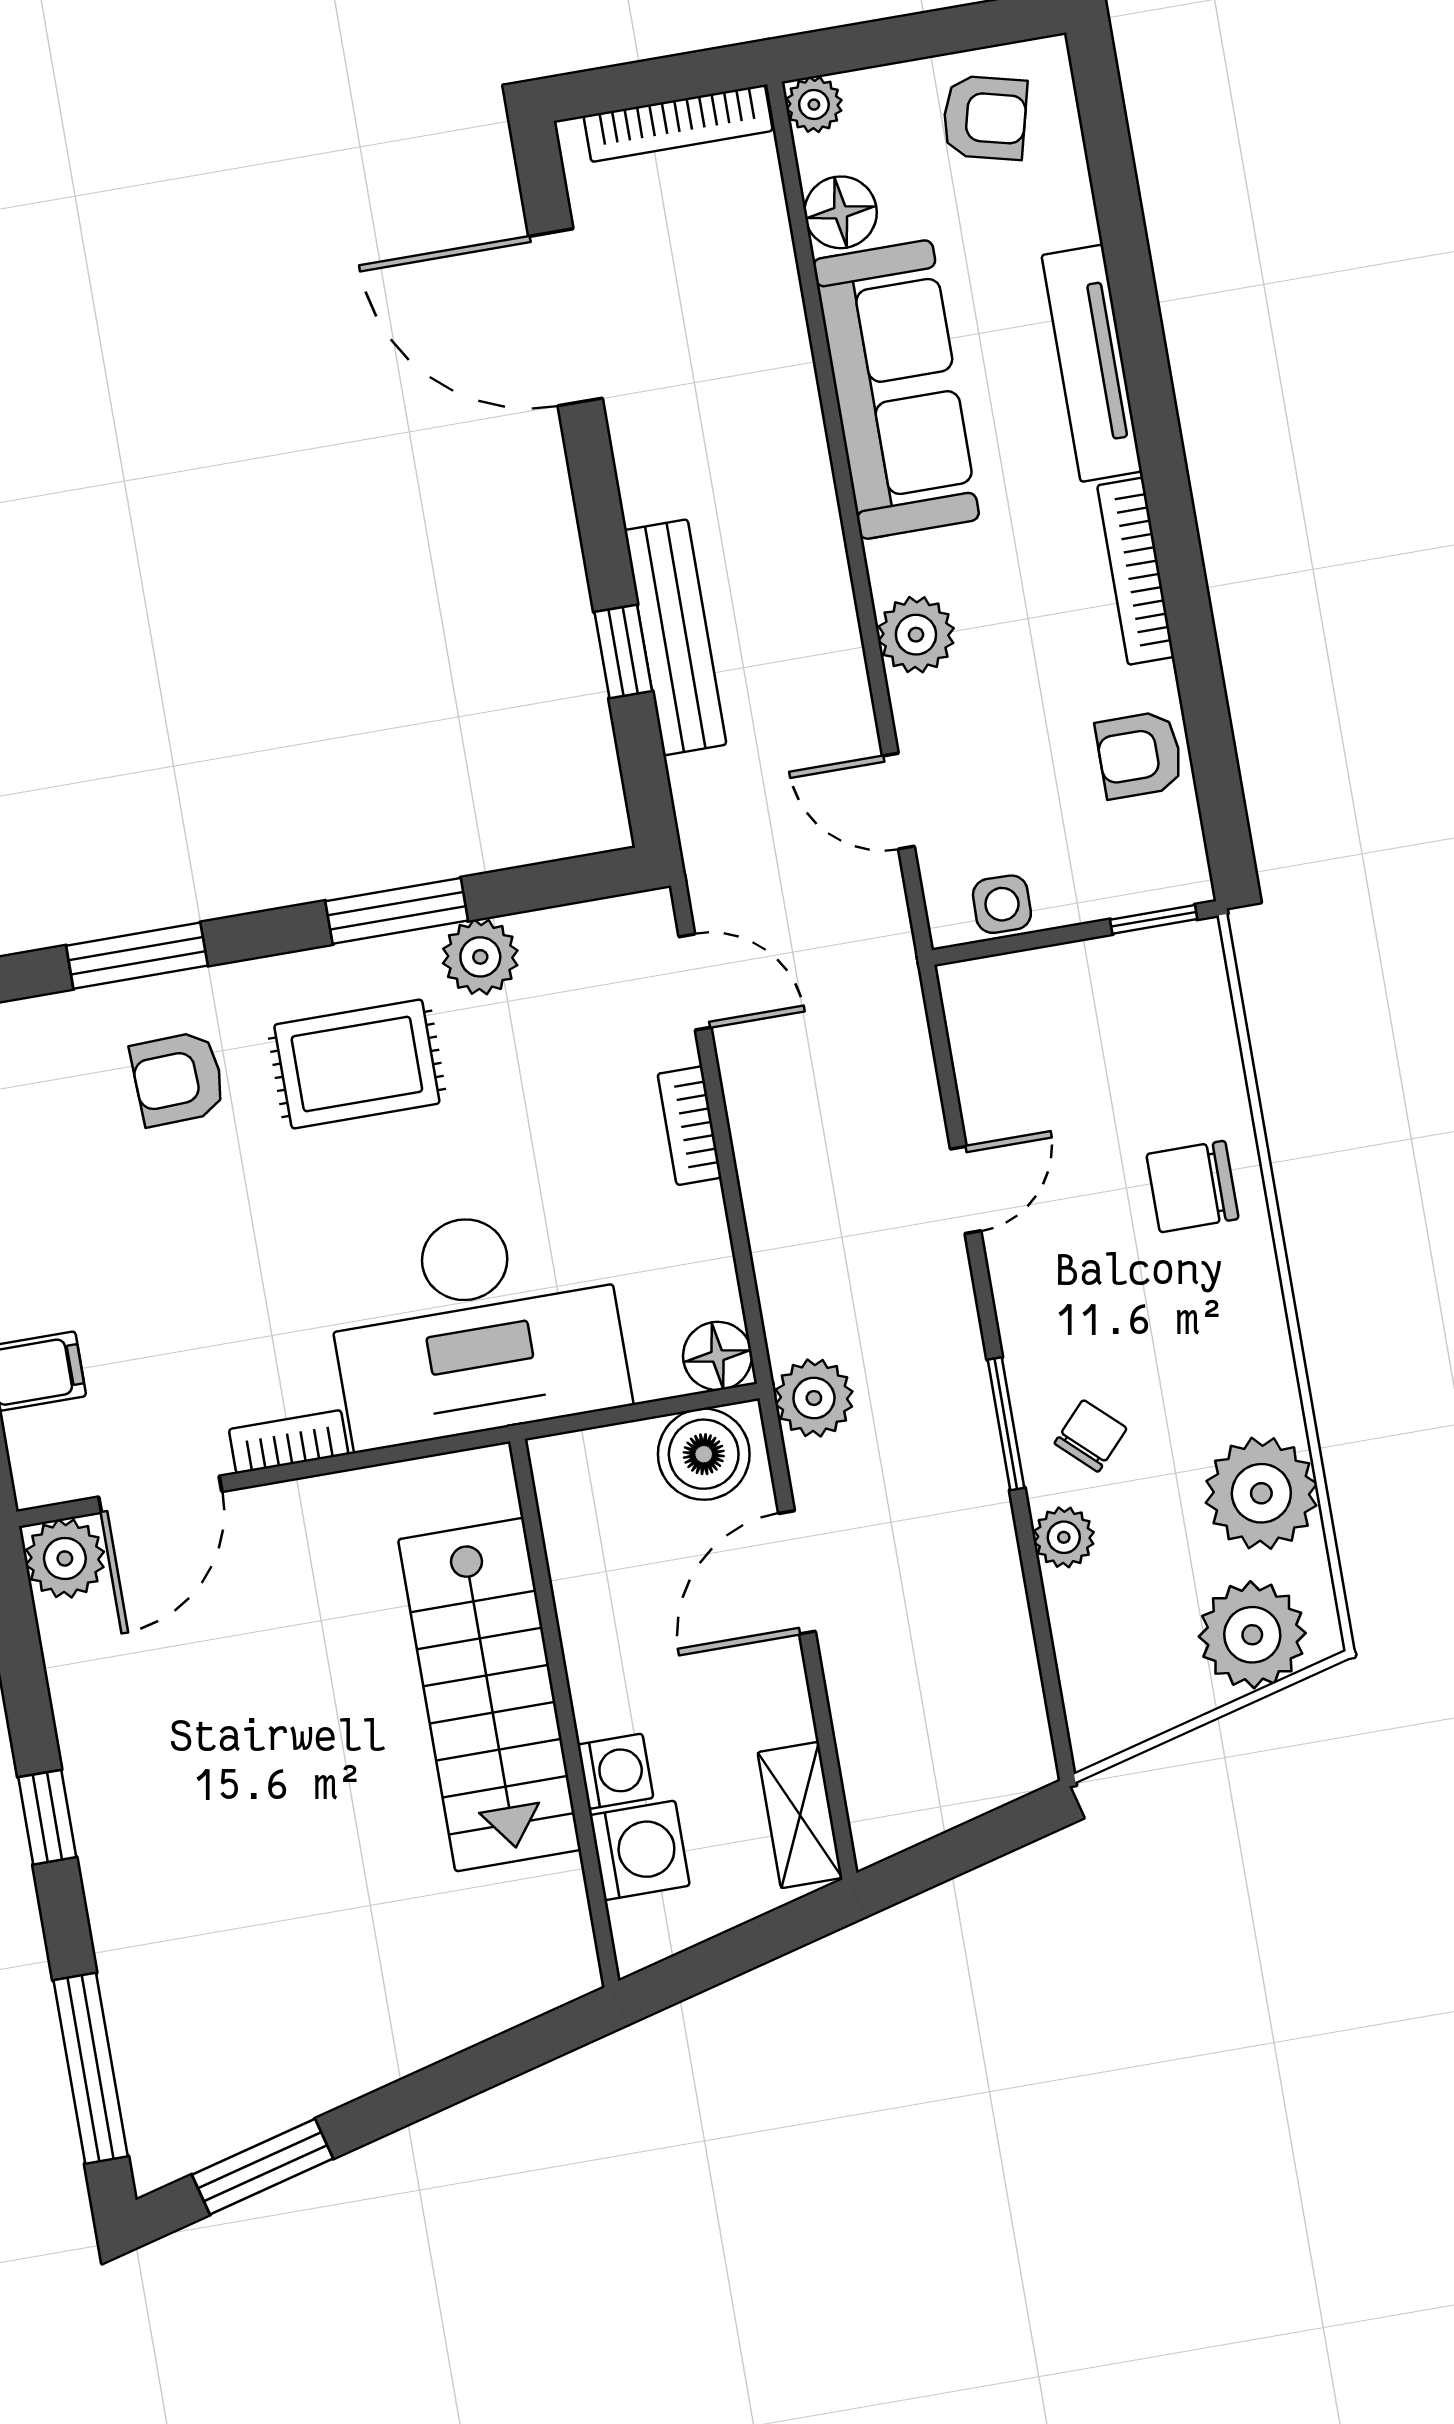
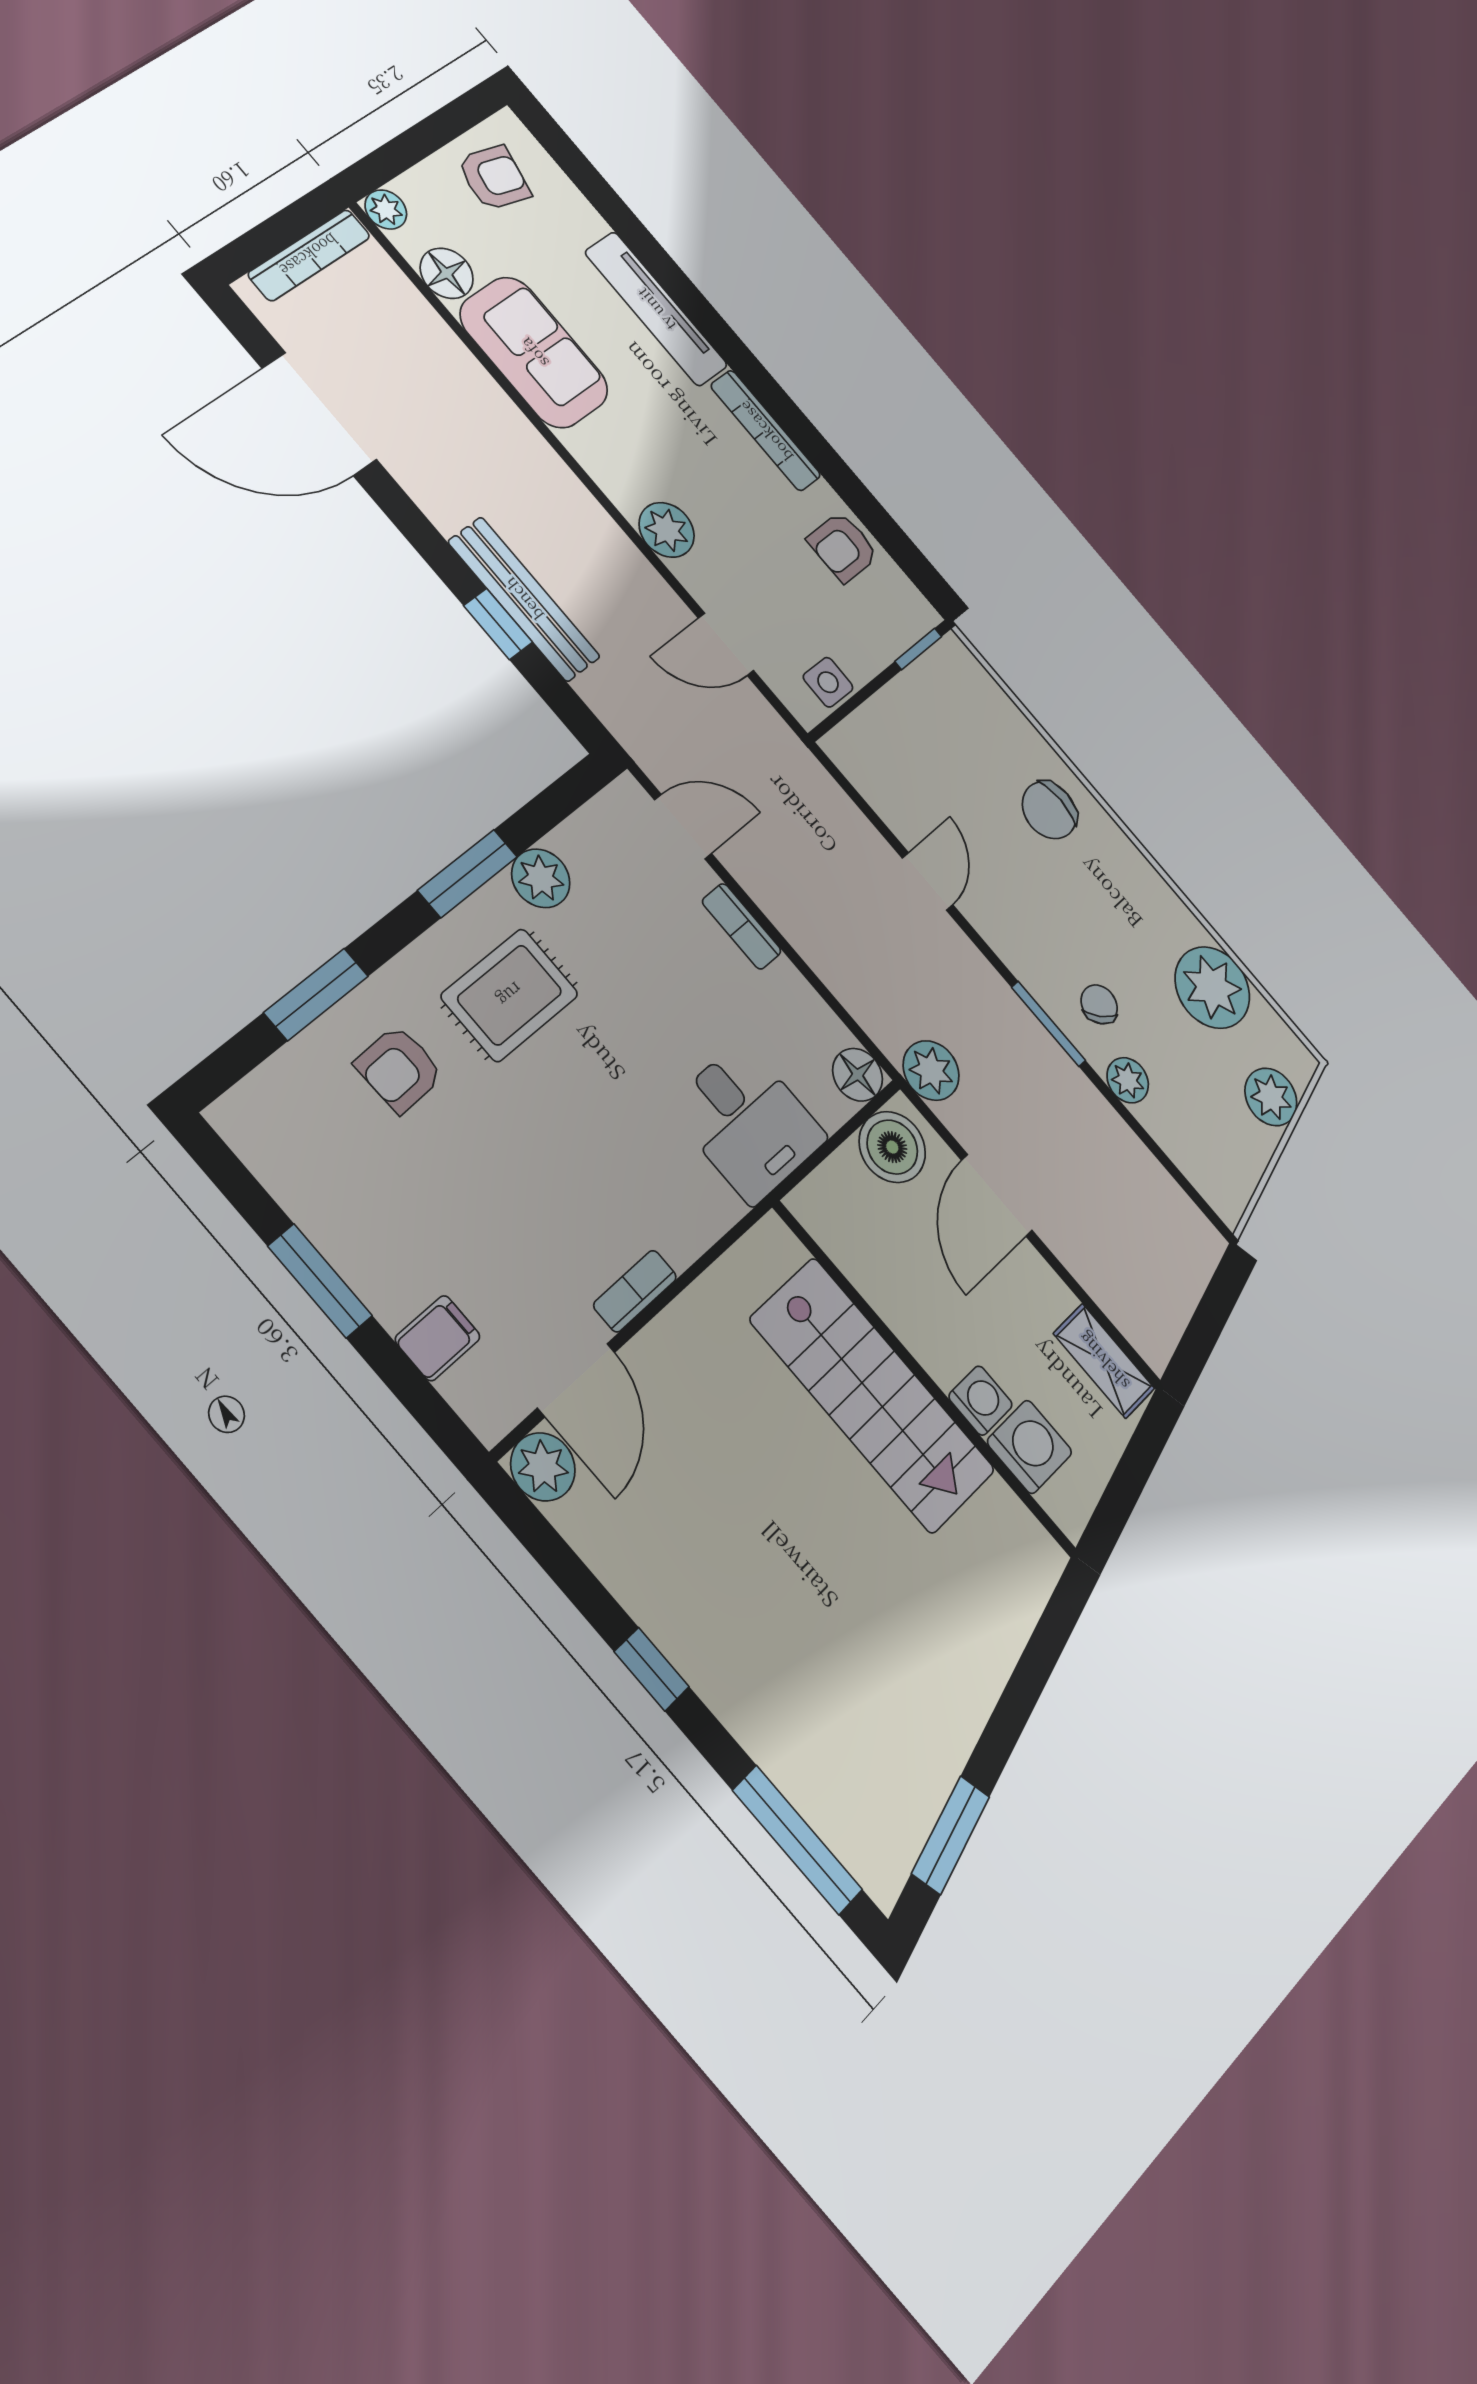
sofa: (896, 390) -> (534, 352), width x0.73
desk: (476, 1325) -> (748, 1122), width x0.53, depth x0.77
plant: (1252, 1635) -> (1271, 1097), width x0.73, depth x0.73

